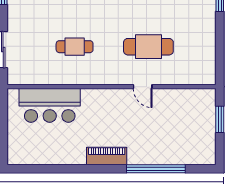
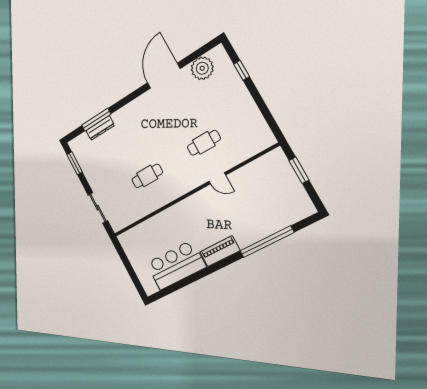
cafe table: (148, 47) -> (204, 143), width x0.73, depth x0.74
bar counter: (50, 105) -> (176, 265), moved, turned 180

